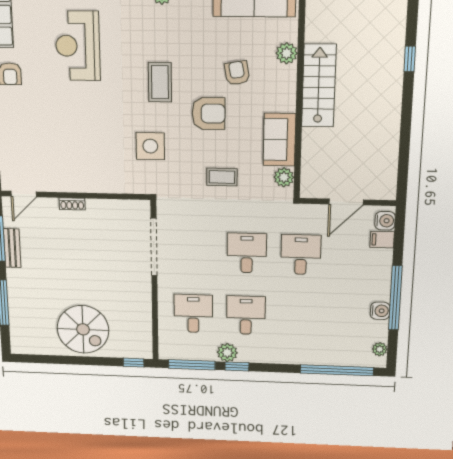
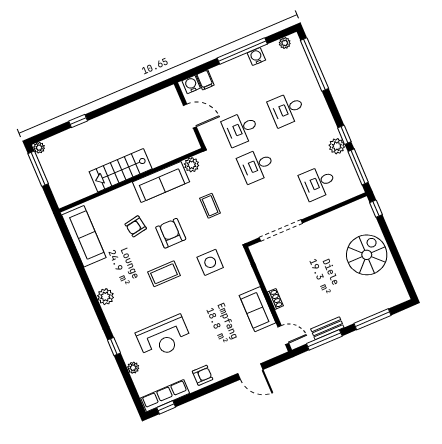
plant: (287, 53) -> (109, 200), removed
sofa: (279, 140) -> (161, 182), width x1.36
sofa: (68, 177) -> (258, 309), added
desk: (246, 315) -> (287, 109), moved

